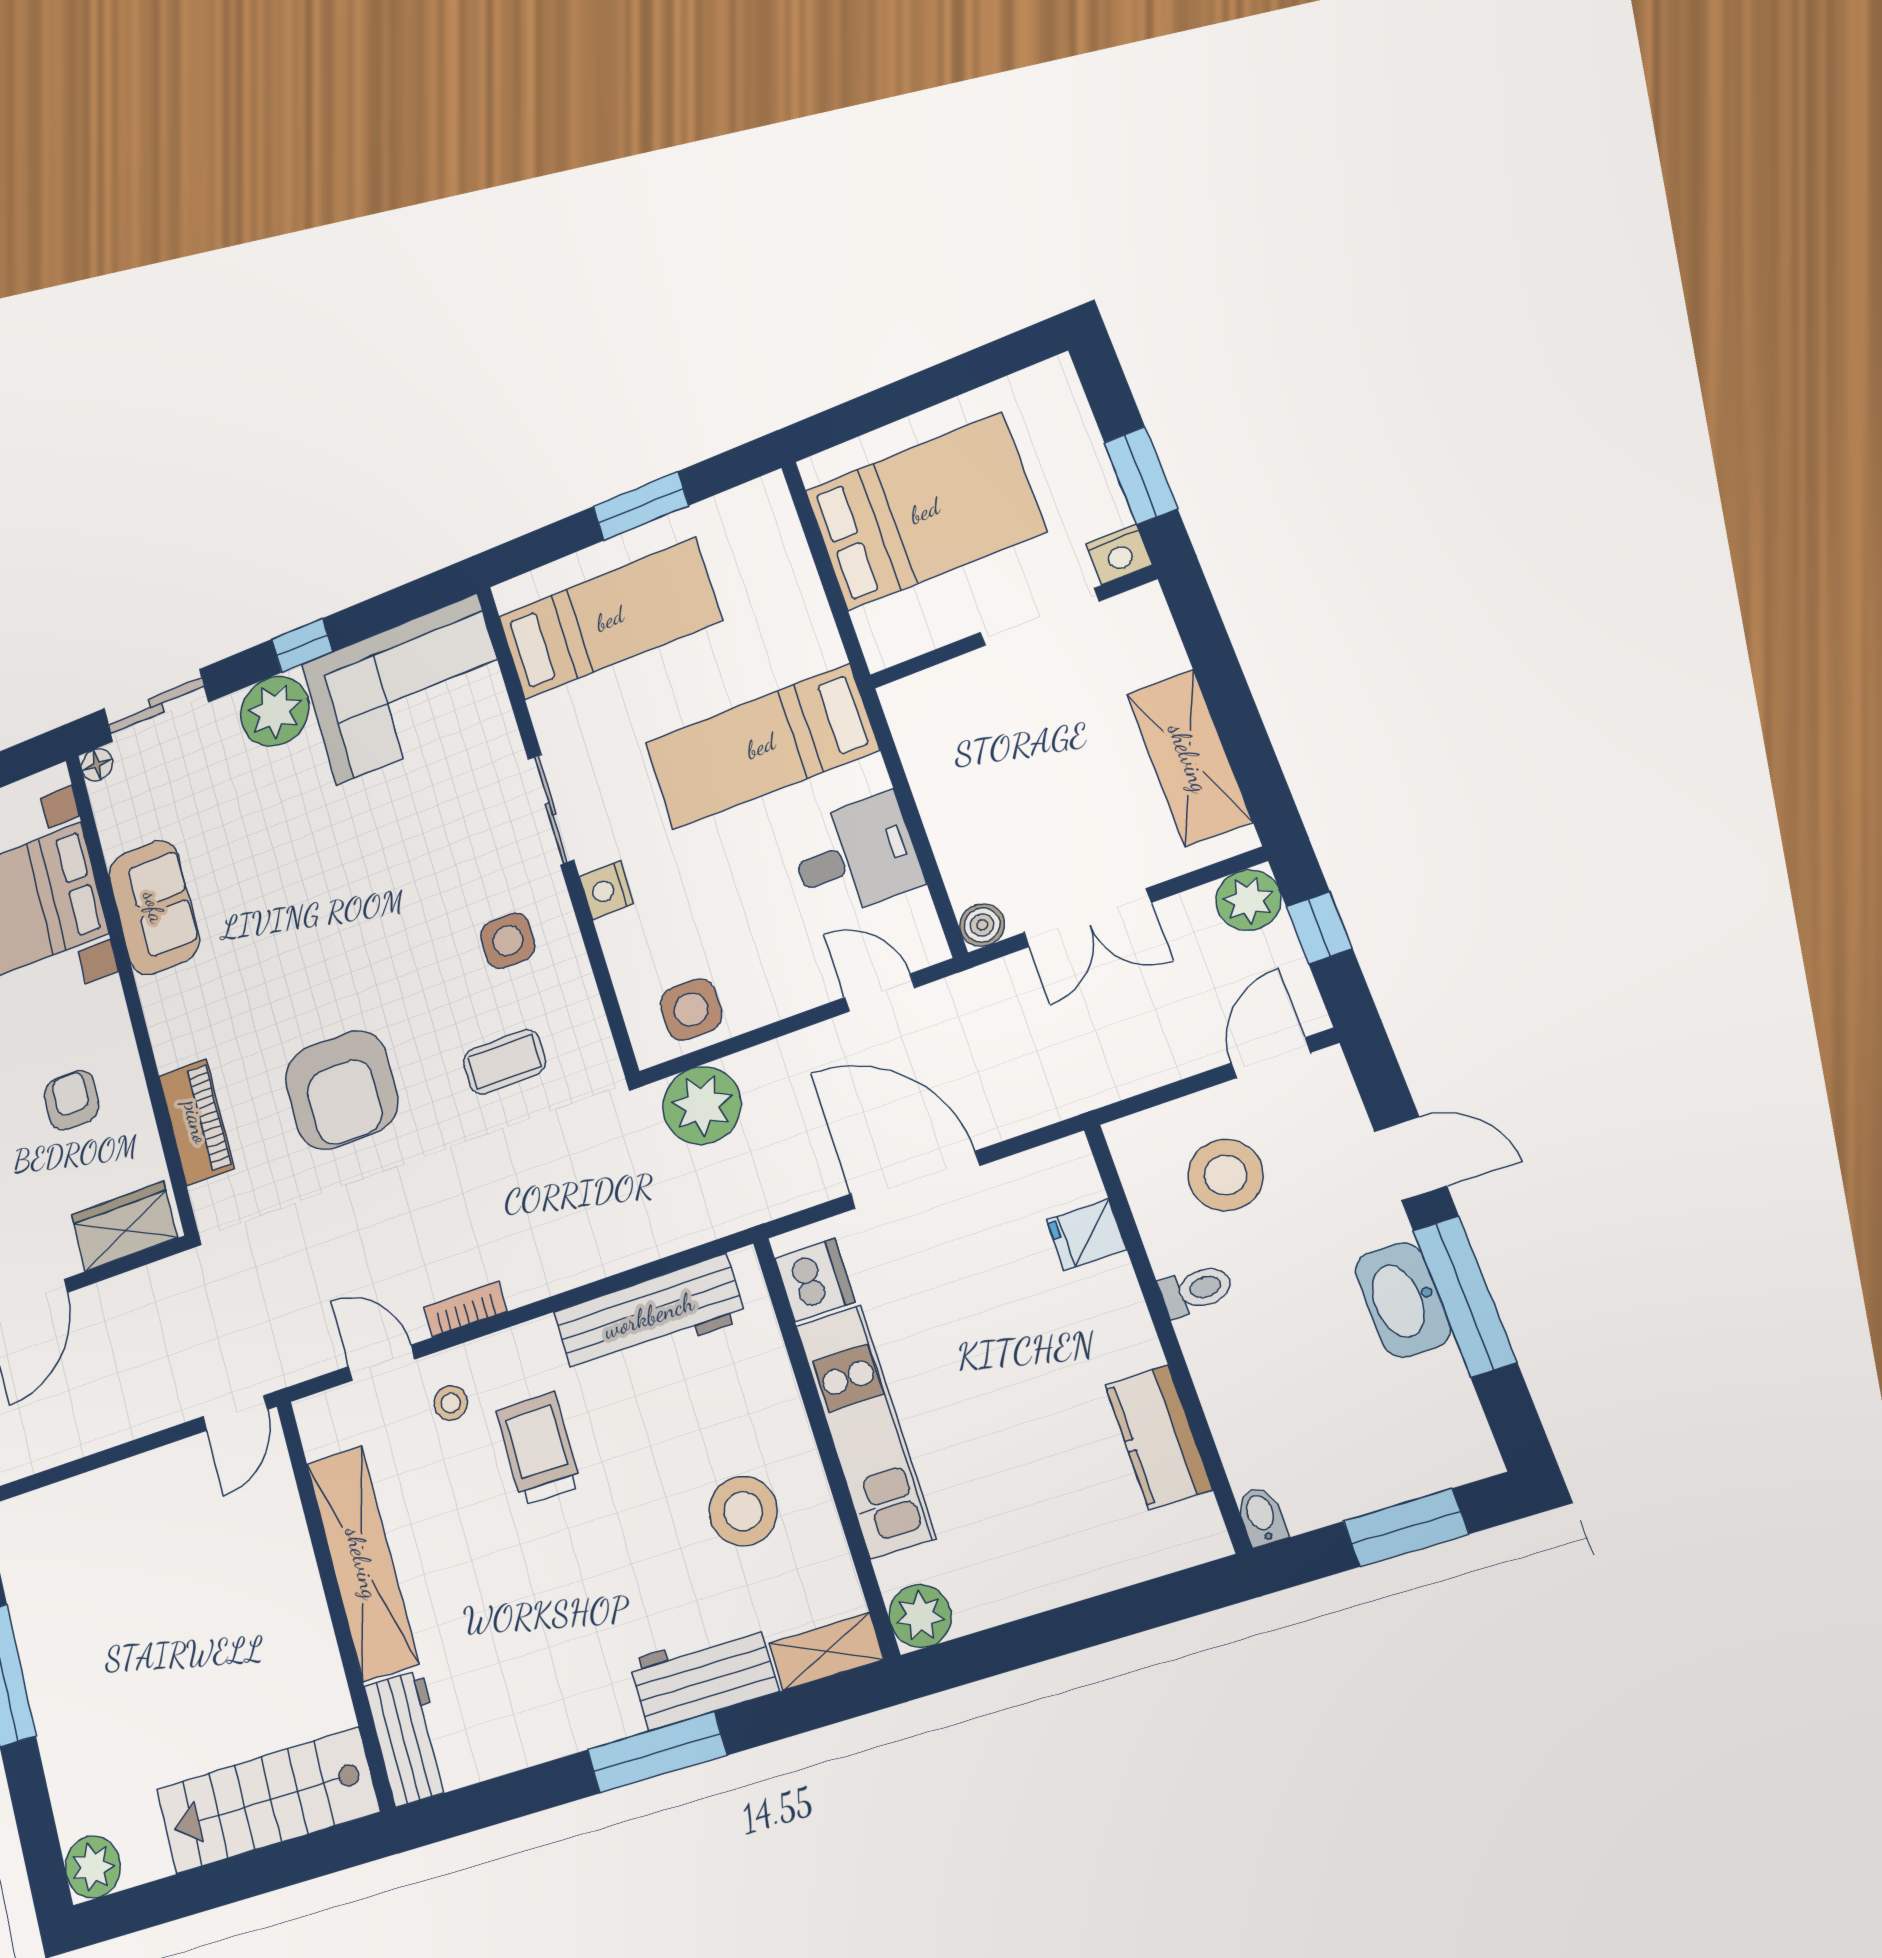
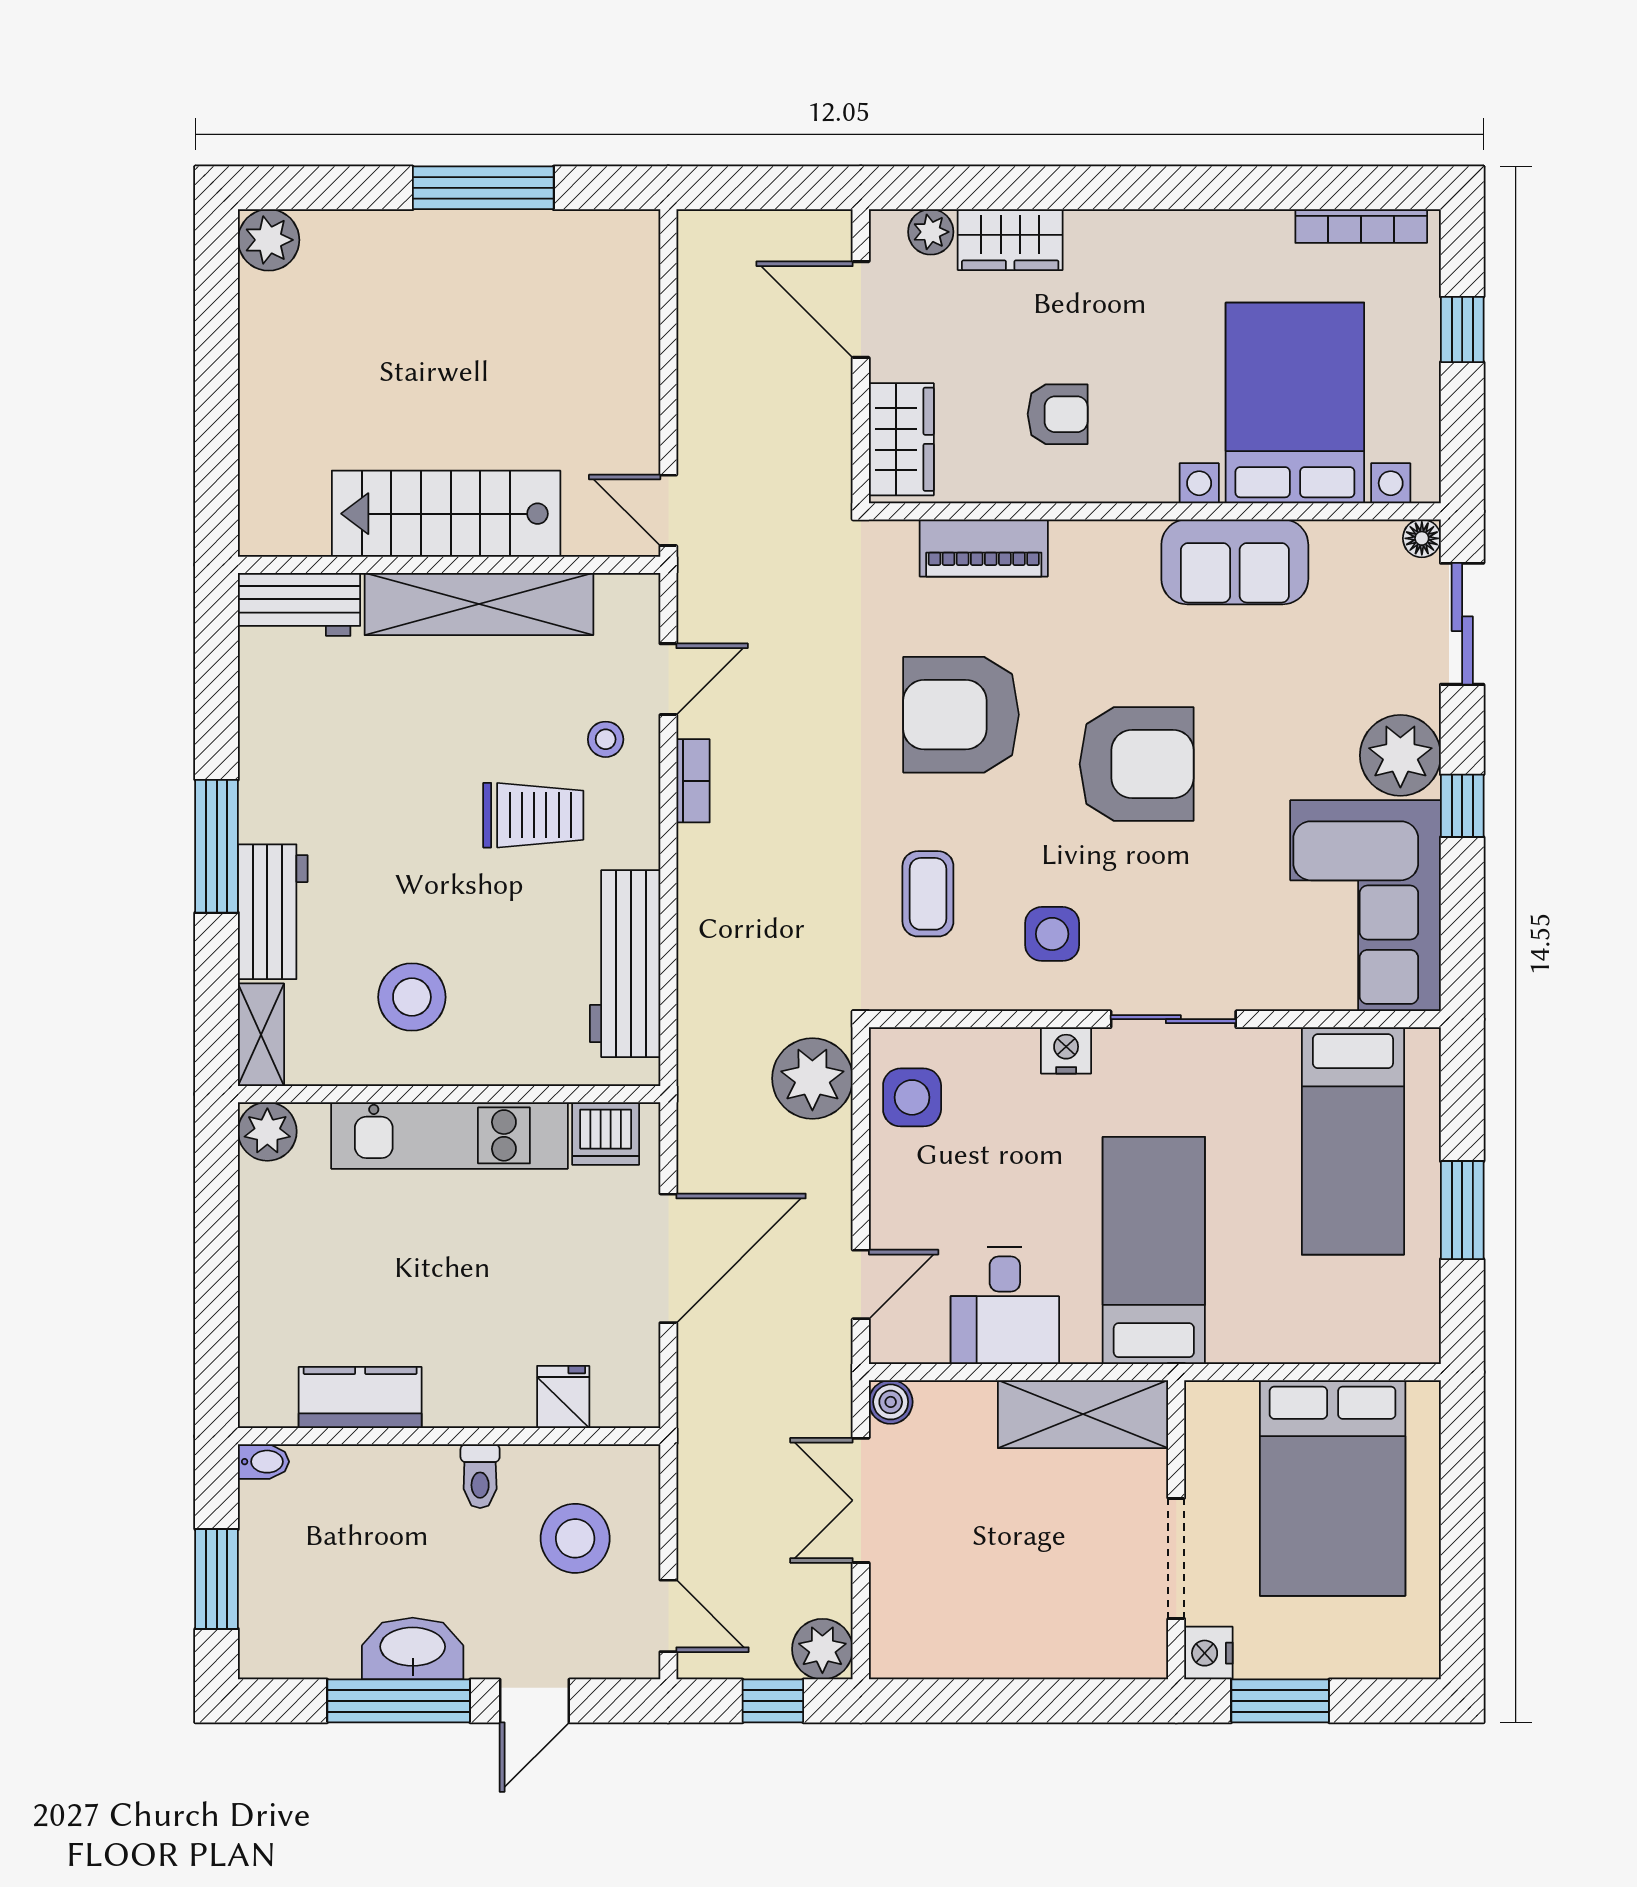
shelving: (1189, 758) -> (1083, 1414), moved
armchair: (342, 924) -> (1137, 764), added
stairs: (267, 1801) -> (446, 514), moved, turned -90

